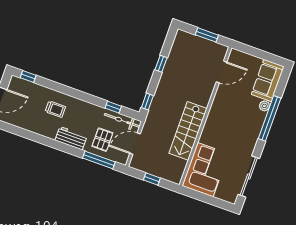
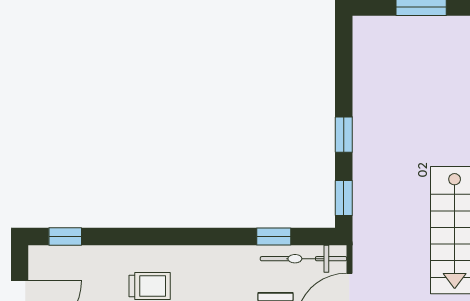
window: (161, 64) -> (344, 135), moved

